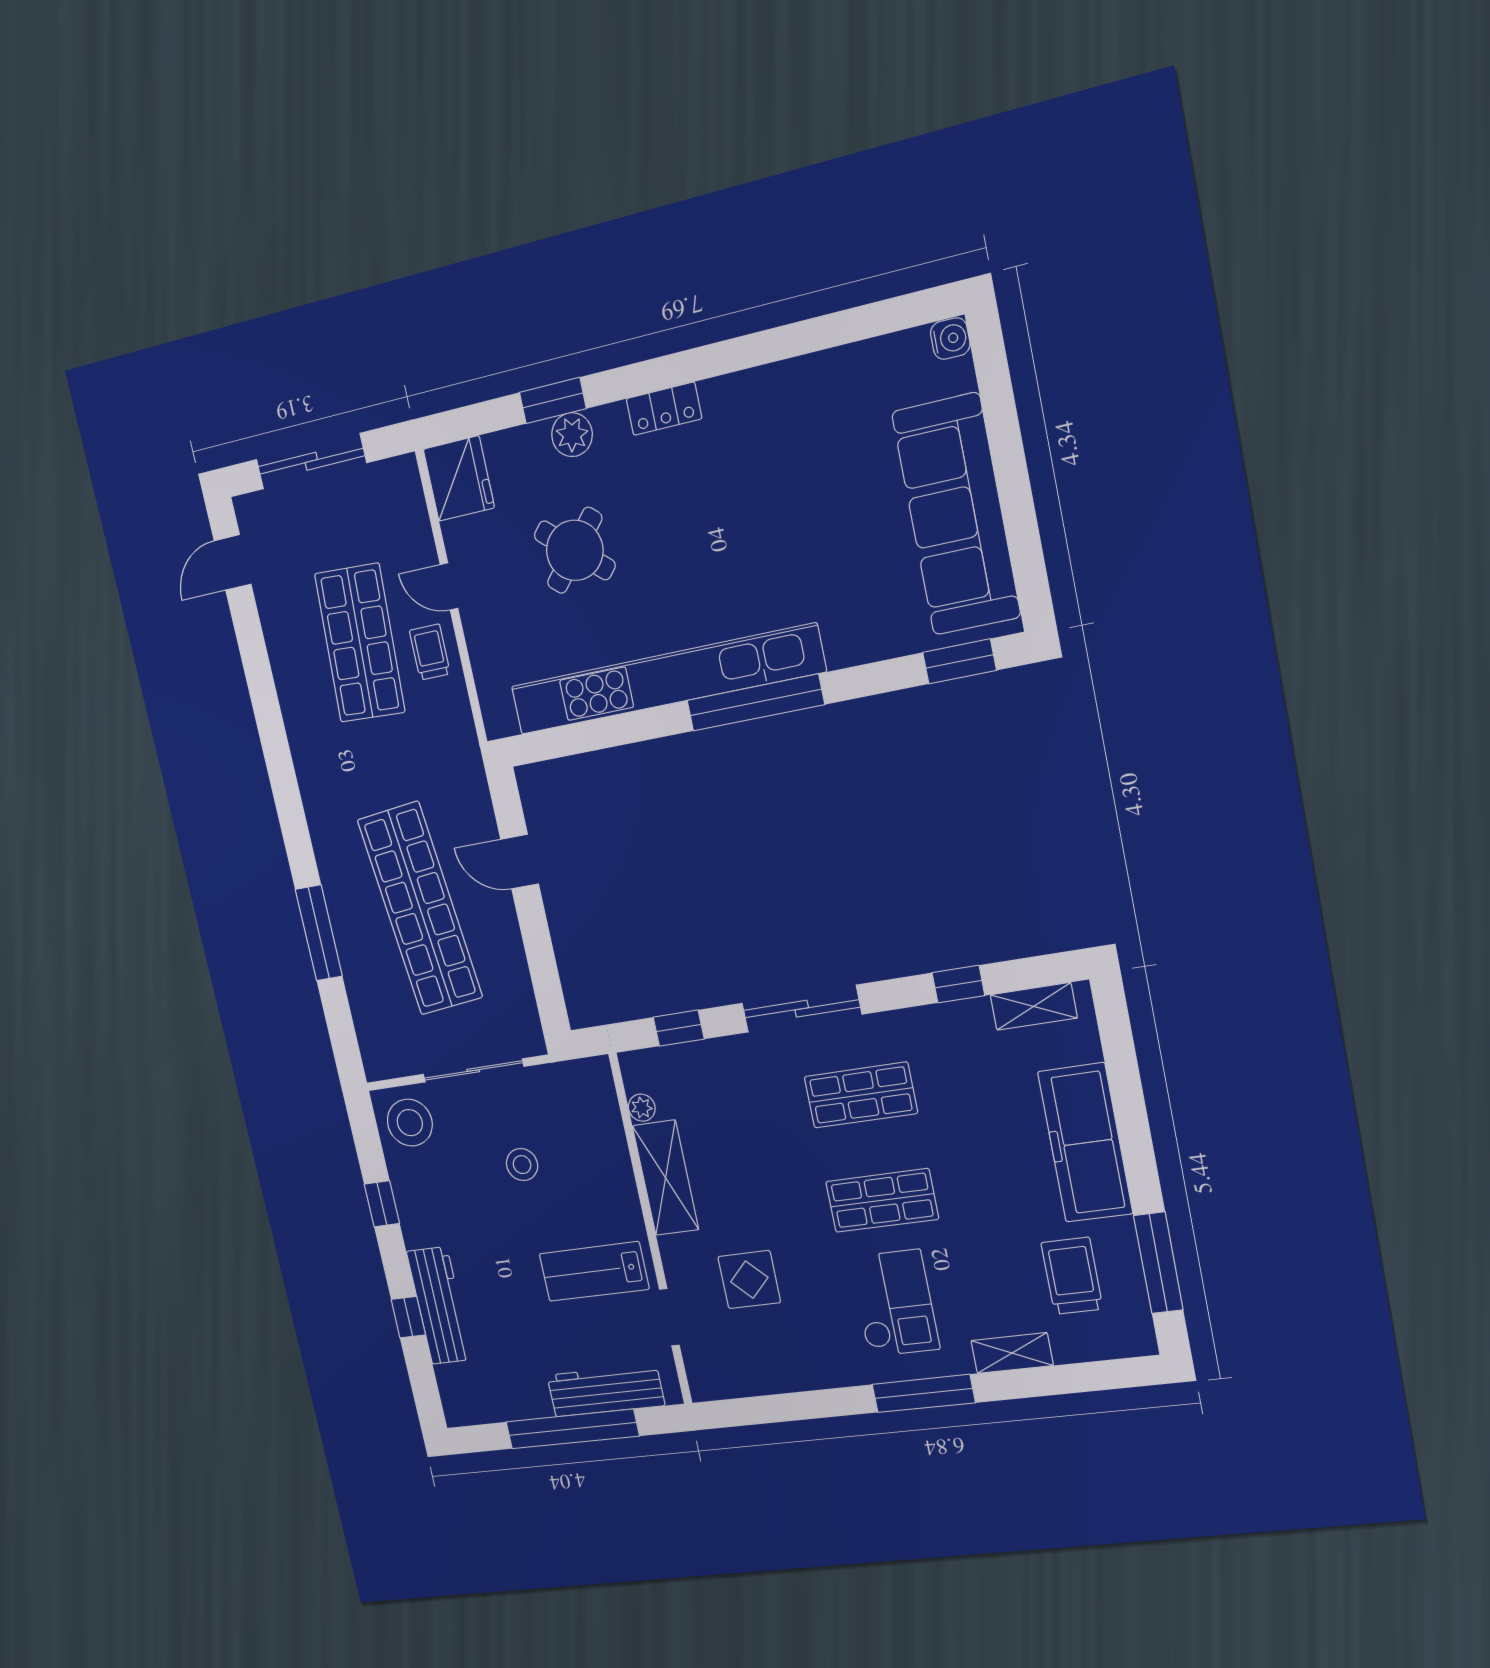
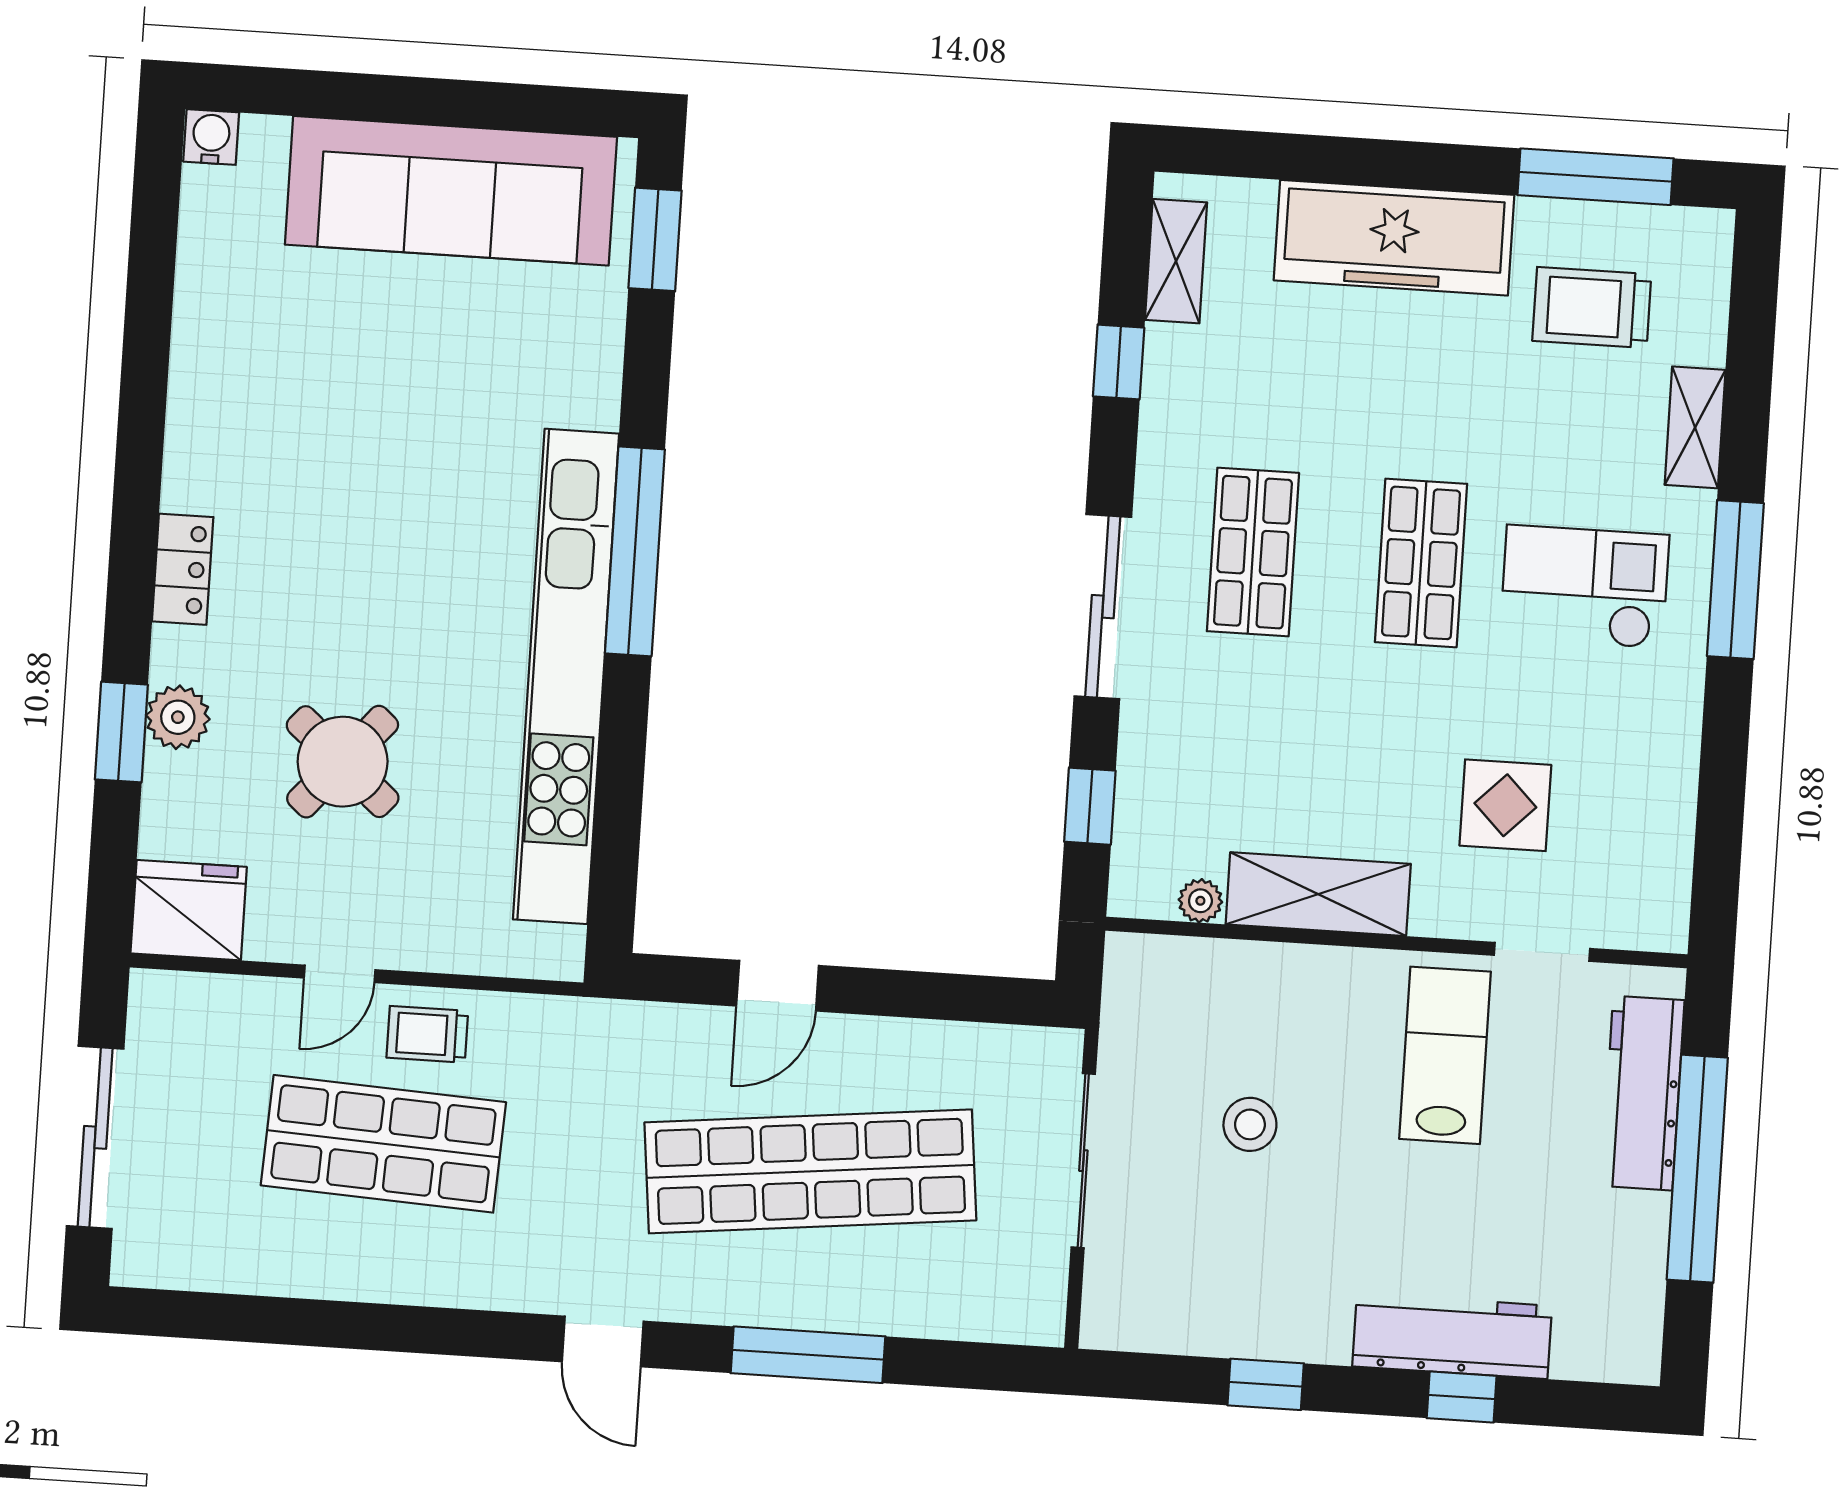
door: (233, 562) -> (603, 1341), moved
stool: (410, 1123) -> (1144, 1294), removed
lab bench: (594, 1271) -> (1445, 1055), turned 180

